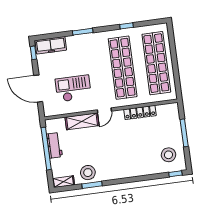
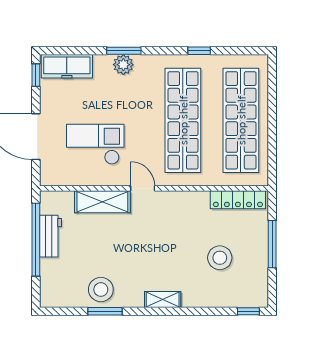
plant: (83, 40) -> (123, 65), added
door: (104, 110) -> (143, 188), swing flipped
locker: (140, 112) -> (238, 200), moved
stool: (168, 155) -> (220, 258), moved
shelving: (63, 182) -> (163, 299), moved

